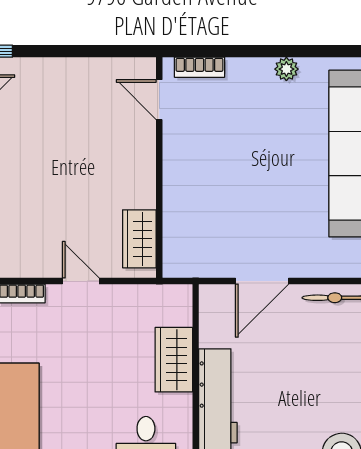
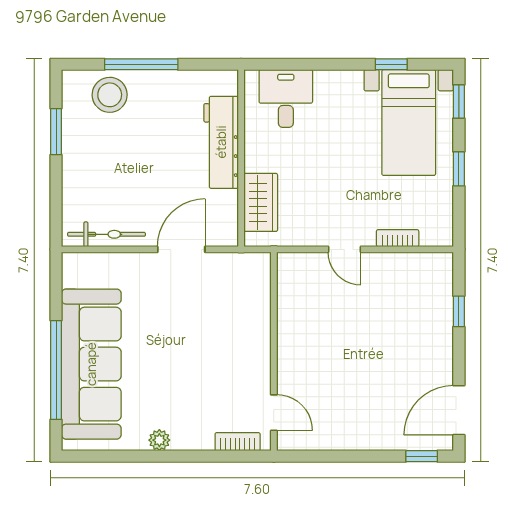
wardrobe: (139, 239) -> (292, 287), removed
wardrobe: (174, 360) -> (261, 202), moved

